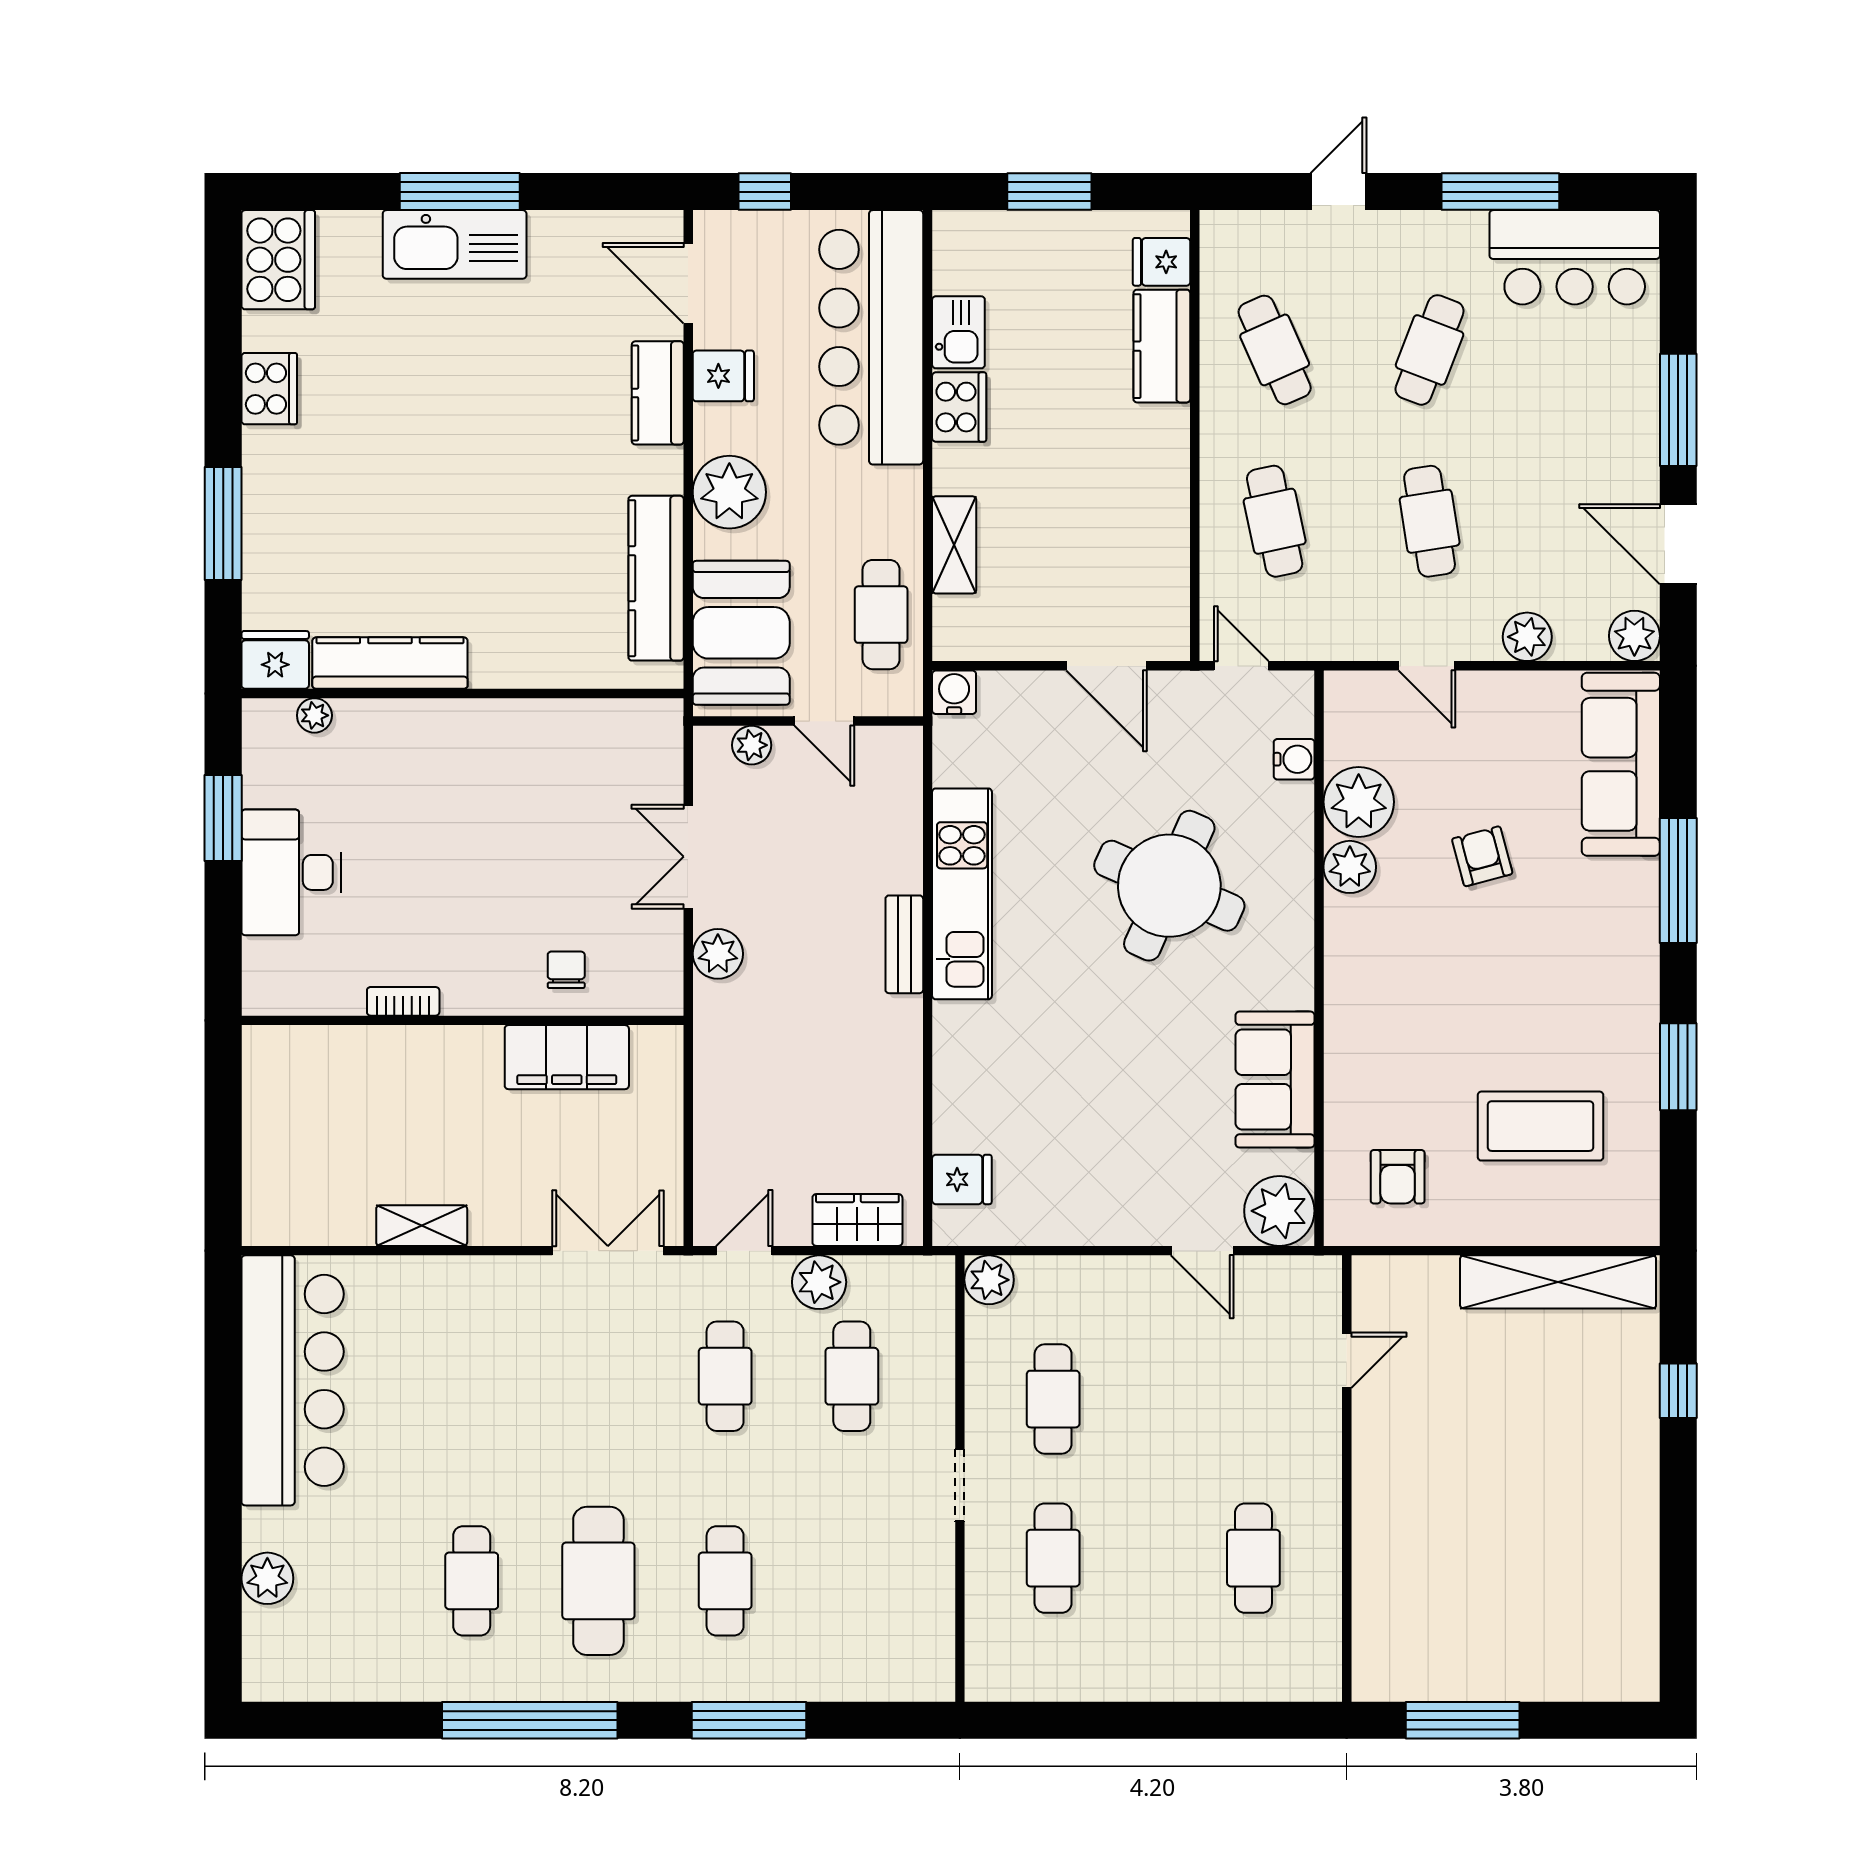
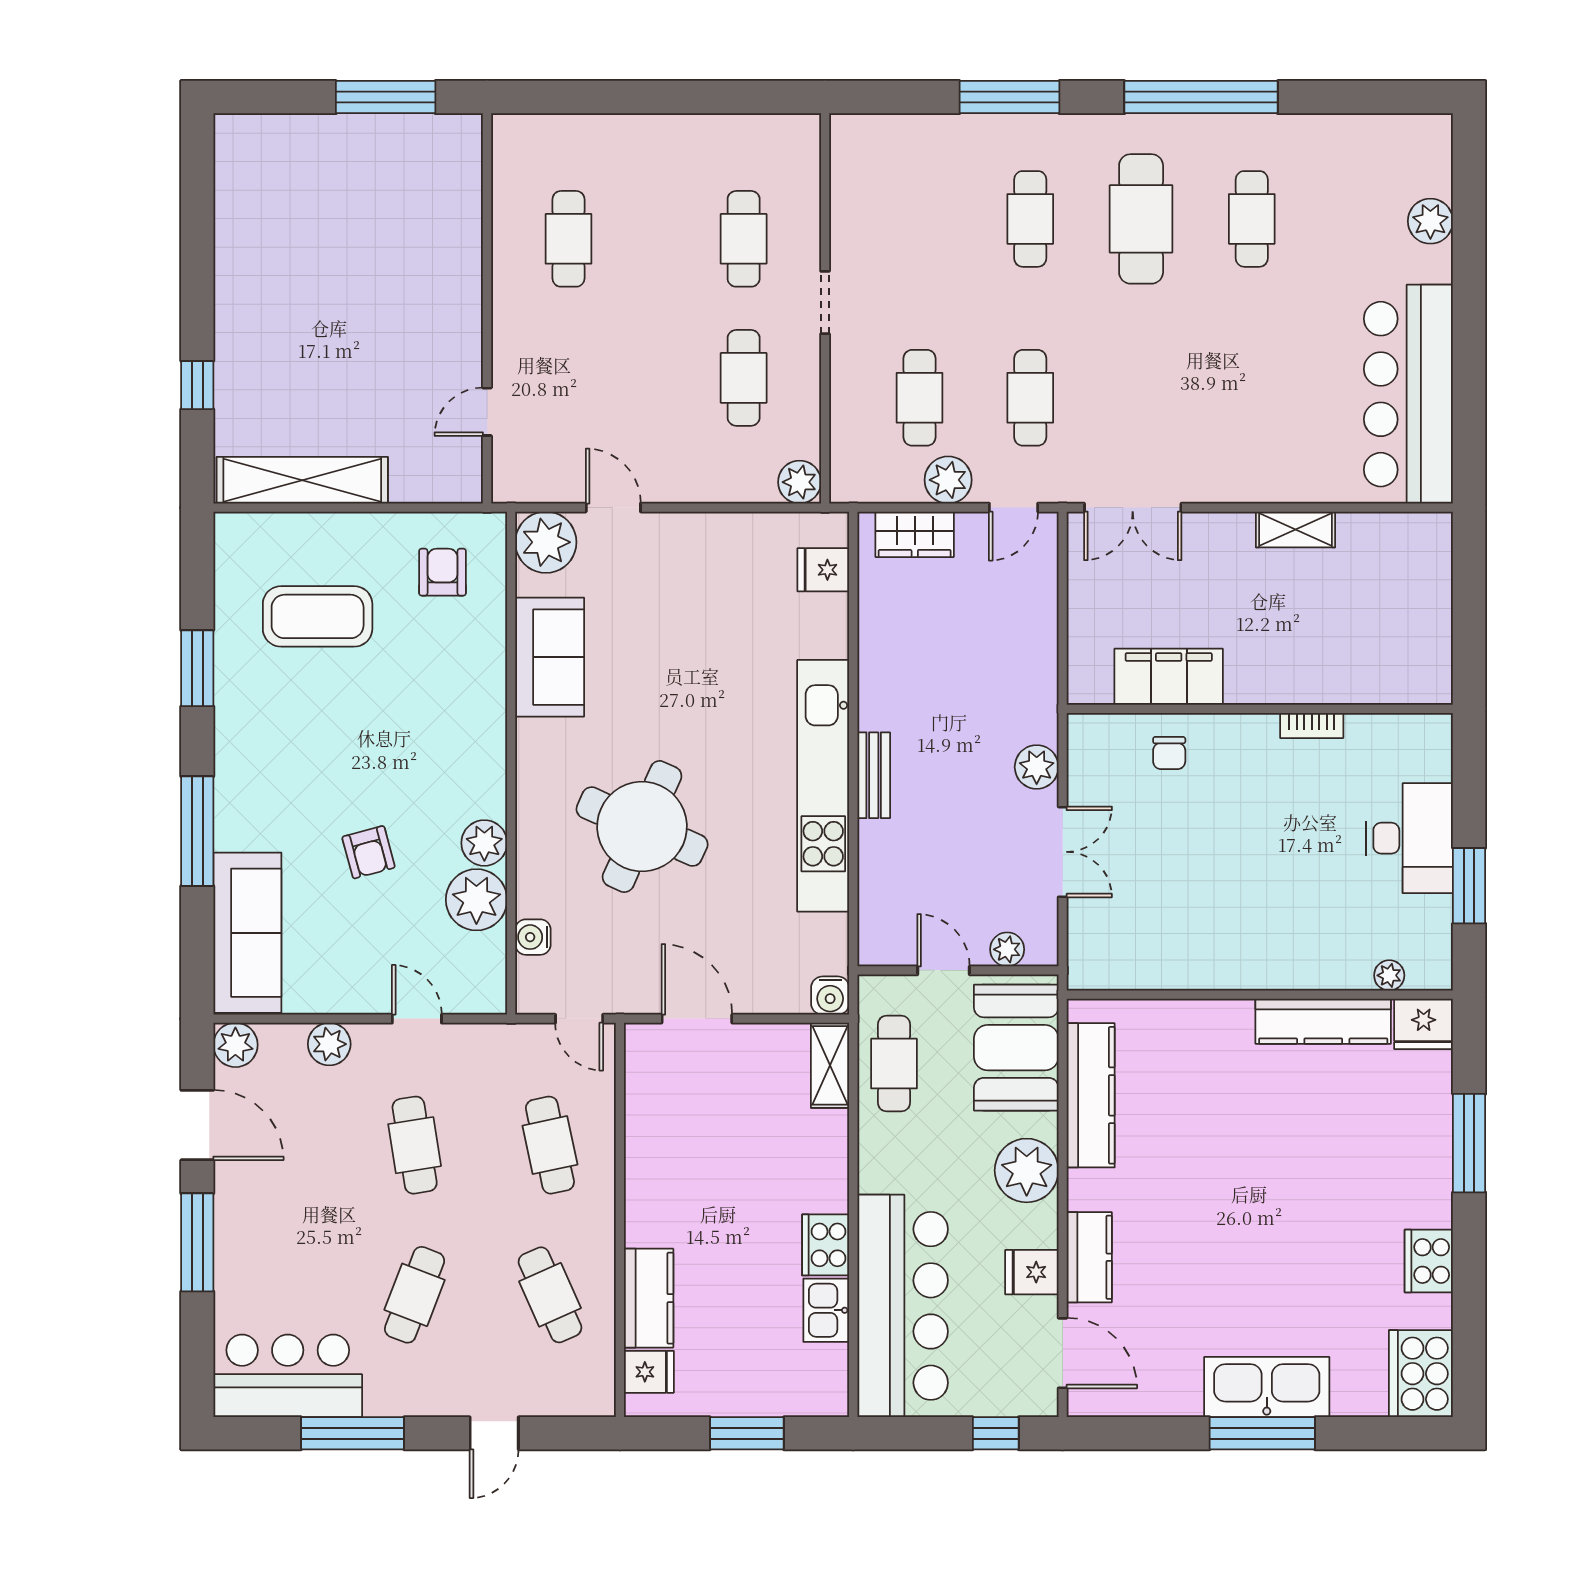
shelving: (954, 545) -> (830, 1065), moved
kitchen unit: (962, 894) -> (823, 786), width x1.36

